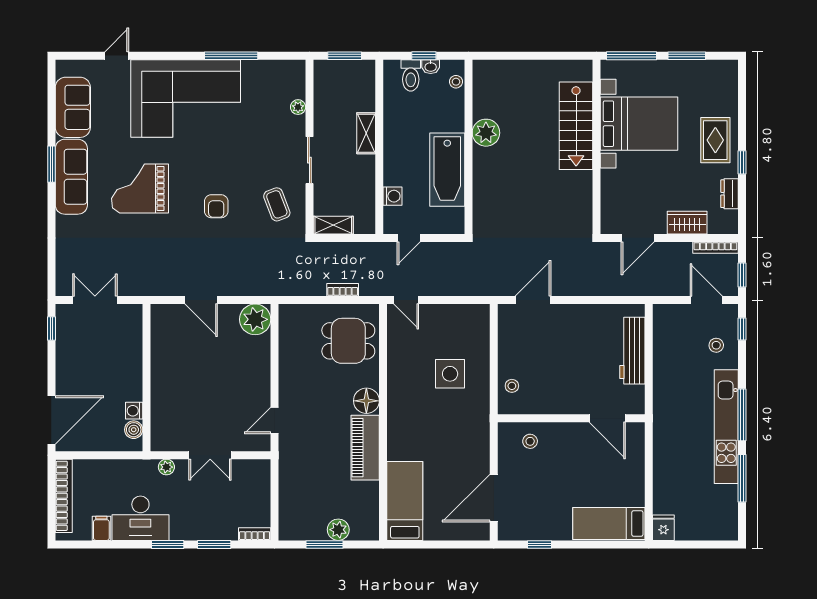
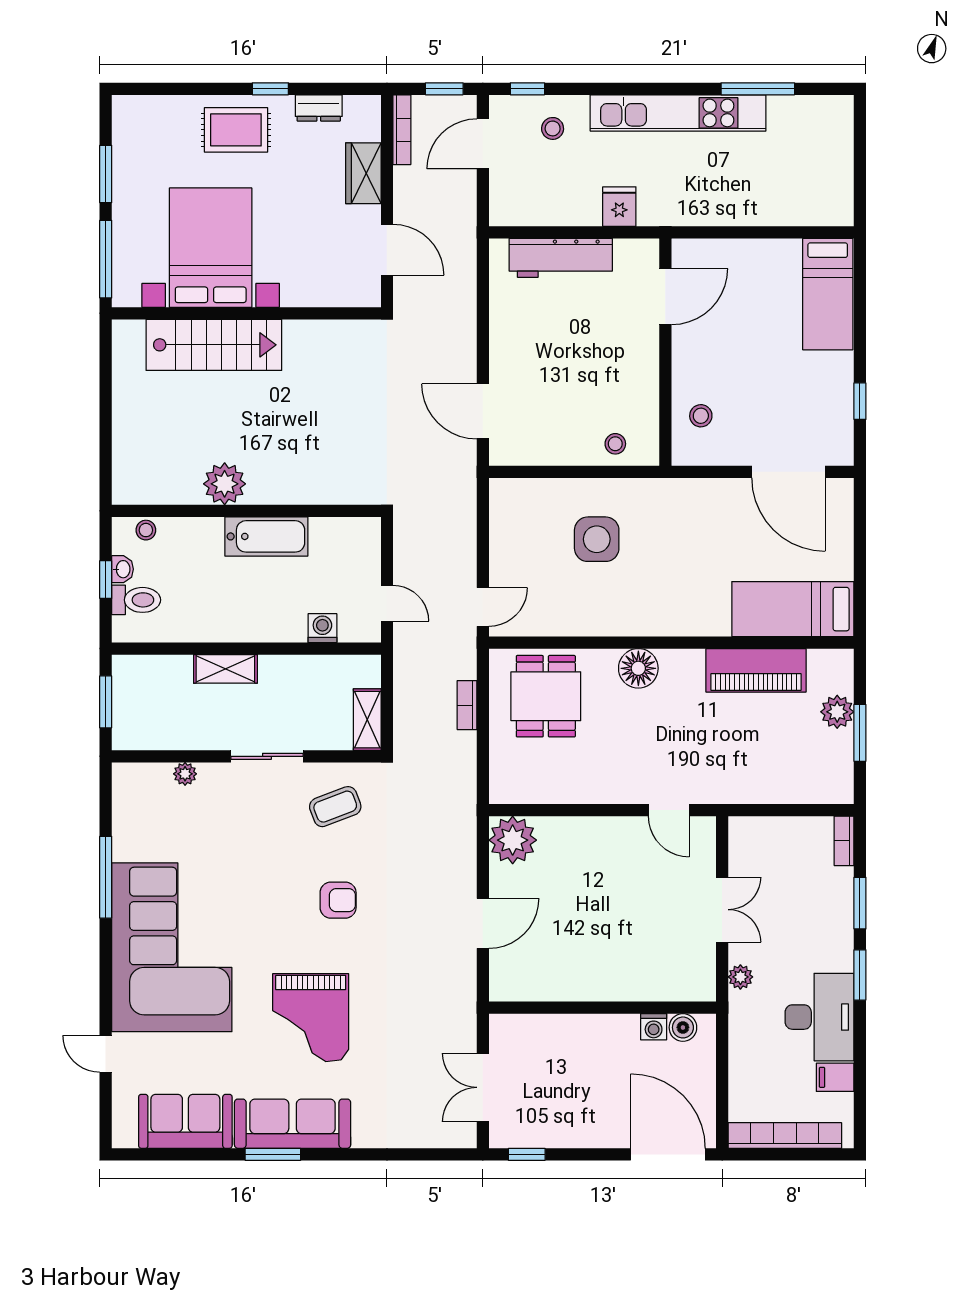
bathtub: (447, 170) -> (266, 536), width x0.73, depth x0.73
window: (742, 415) -> (660, 89), removed
piano: (365, 448) -> (756, 670), moved
fridge: (663, 528) -> (619, 207), moved, turned 90

